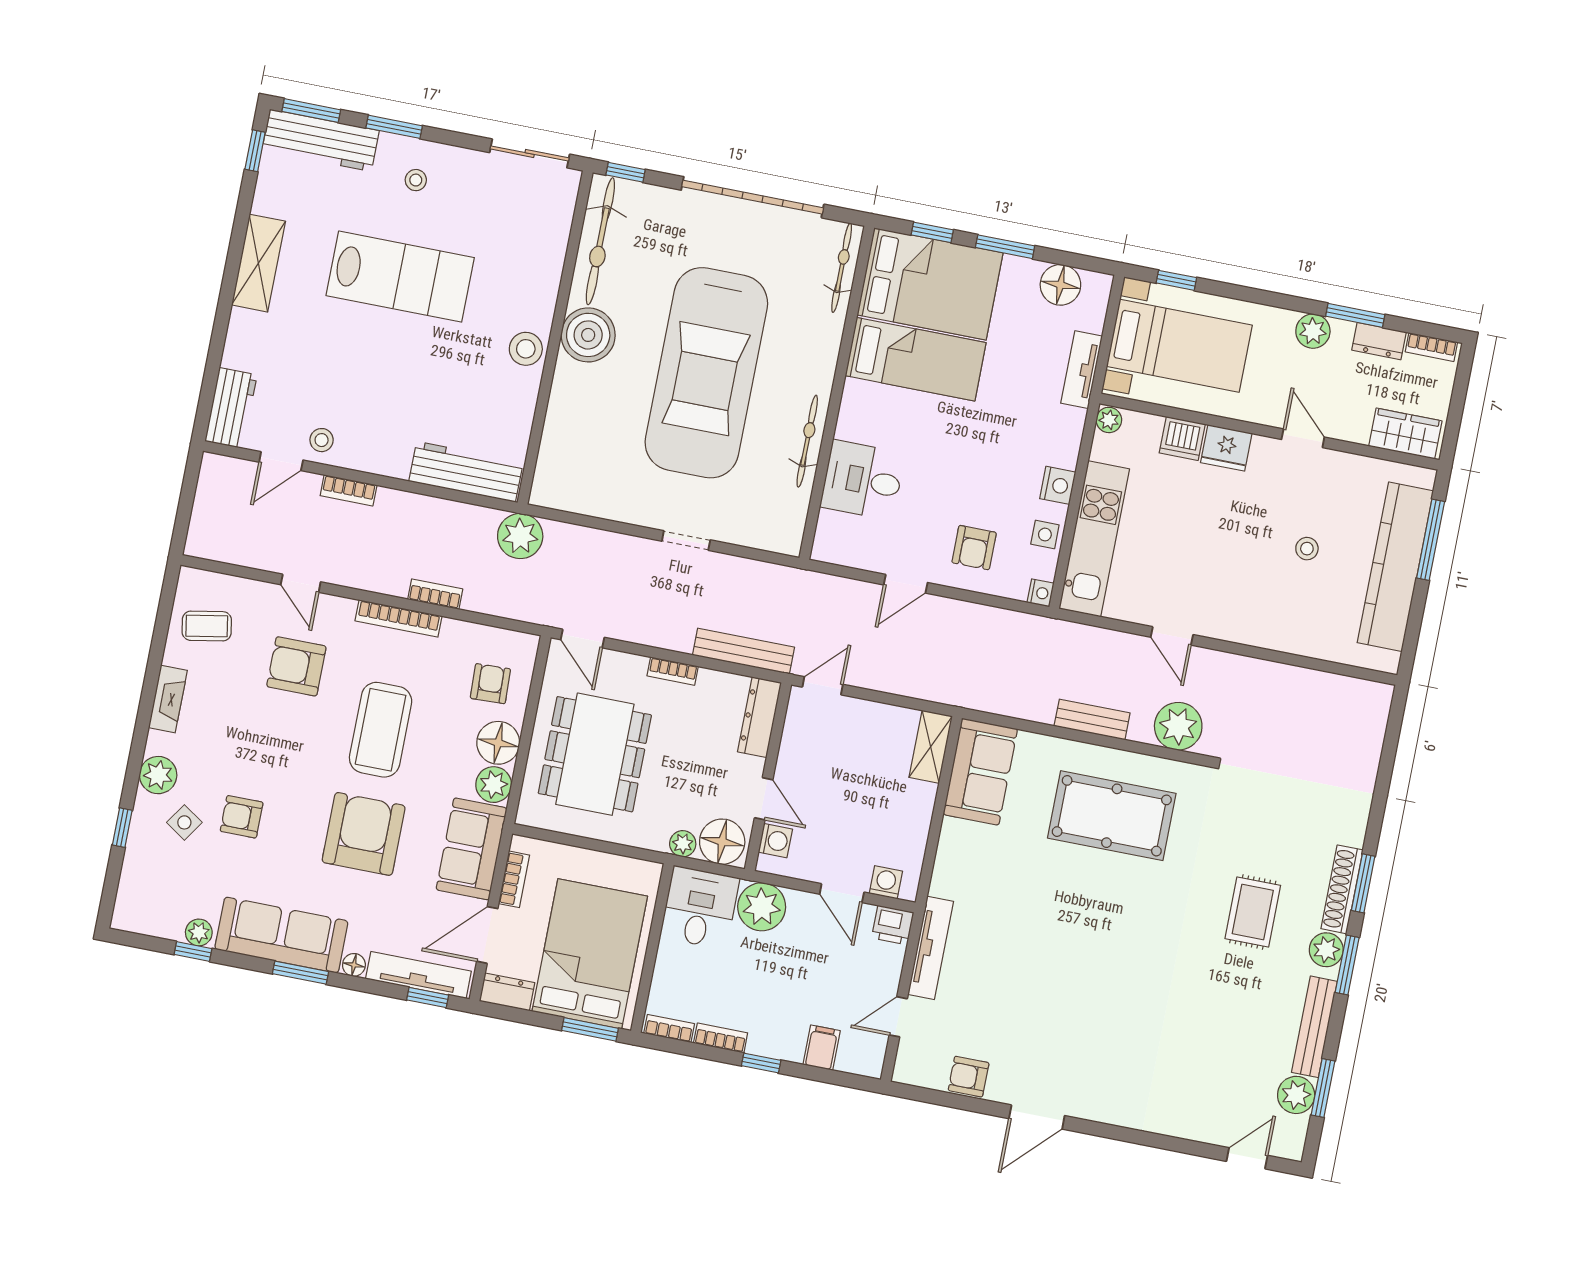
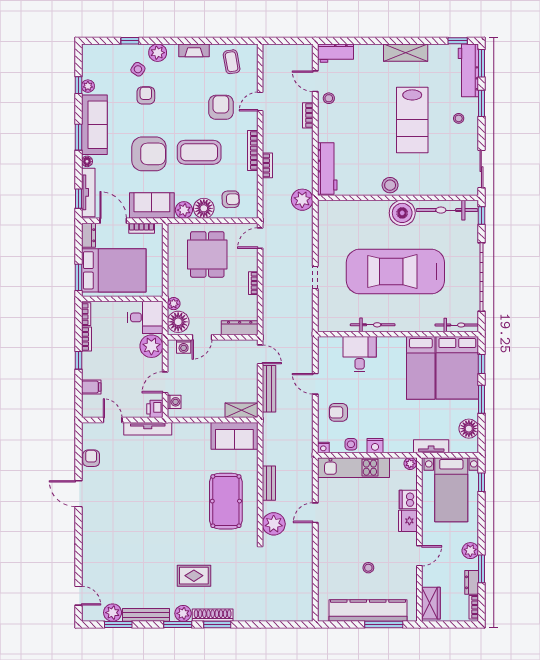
bench: (743, 651) -> (269, 389), moved
dining table: (595, 754) -> (207, 254), width x0.73

